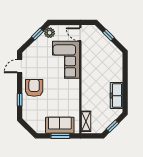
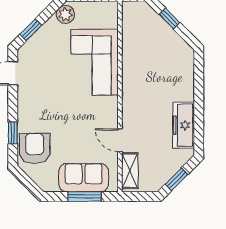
window: (37, 34) -> (31, 30), moved
door: (80, 34) -> (120, 140), moved
armchair: (34, 88) -> (35, 148), moved

